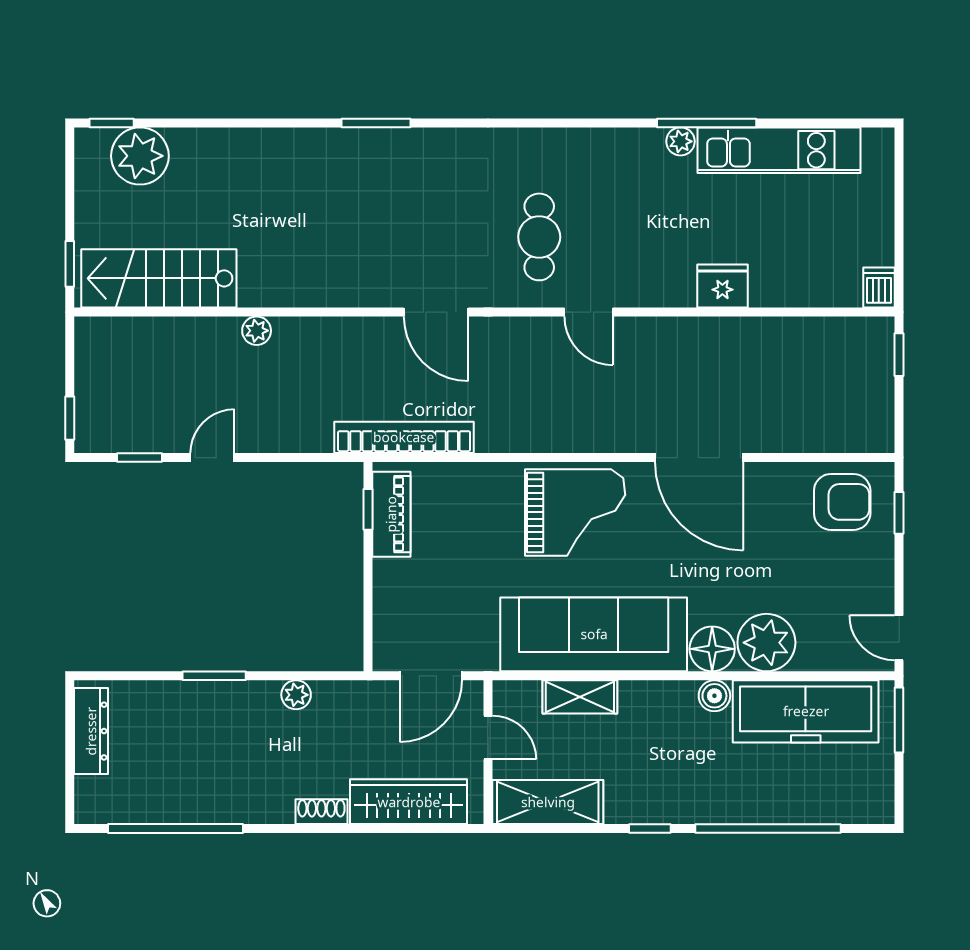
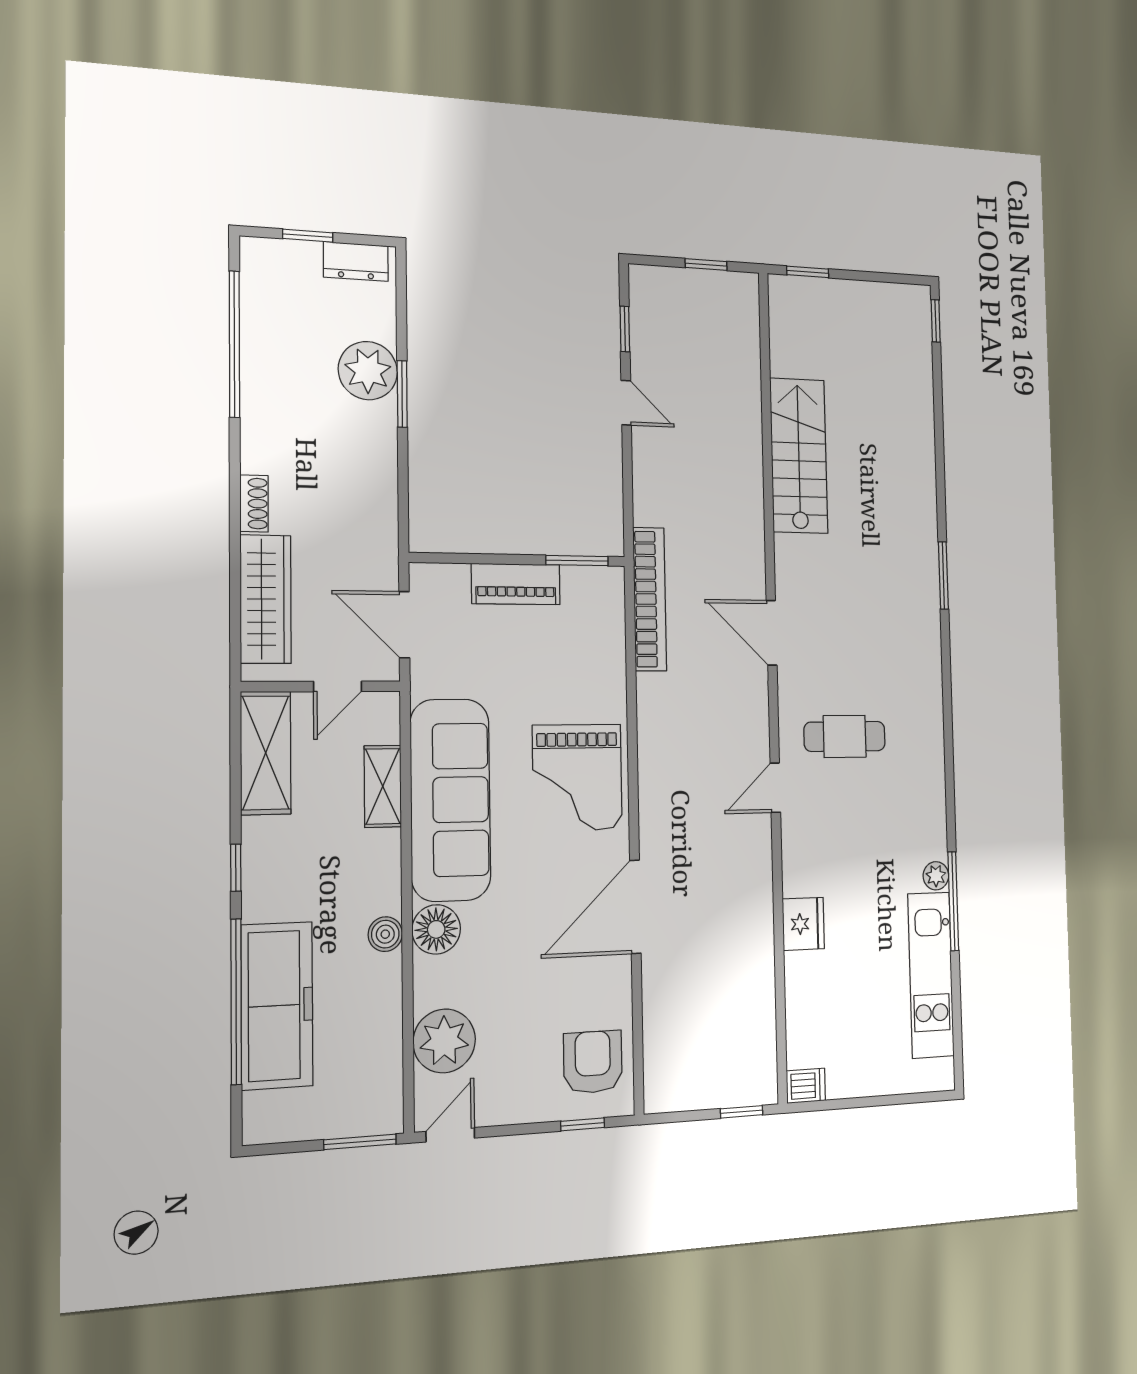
plant: (140, 156) -> (907, 346), removed
stairs: (159, 278) -> (799, 456), moved
door: (436, 312) -> (772, 633), hinge flipped
plant: (257, 331) -> (750, 452), removed
window: (70, 418) -> (706, 265), moved
armchair: (842, 502) -> (593, 1062), turned 180
window: (368, 509) -> (577, 561), width x1.50
piano: (391, 514) -> (516, 584), moved
plant: (766, 643) -> (444, 1041), moved
plant: (296, 695) -> (368, 371), moved, width x1.87, depth x1.87
freezer: (806, 711) -> (277, 1006), moved, turned 180
dresser: (91, 731) -> (356, 261), width x0.70
window: (70, 762) -> (308, 236), added

